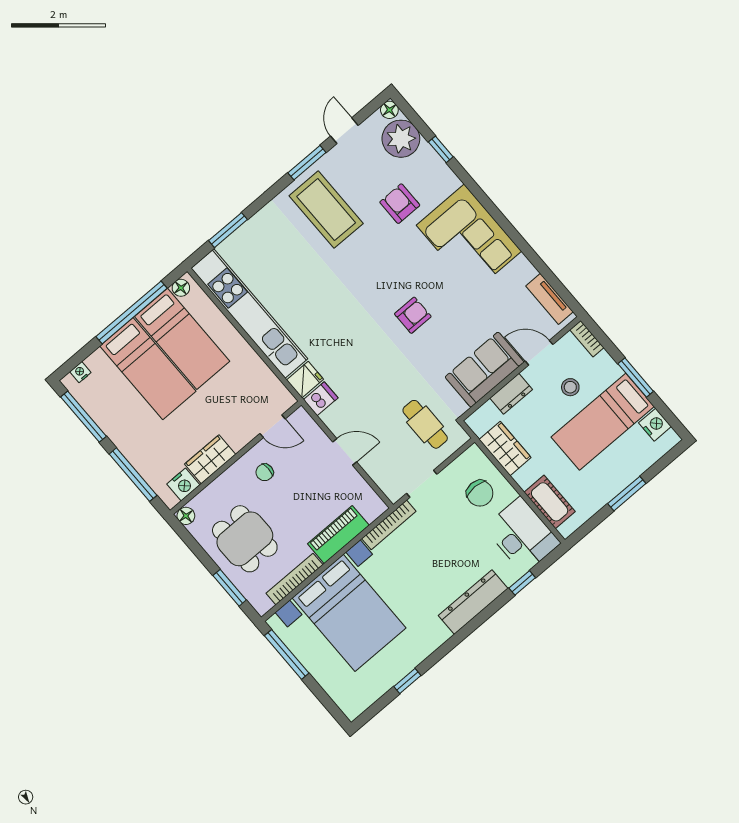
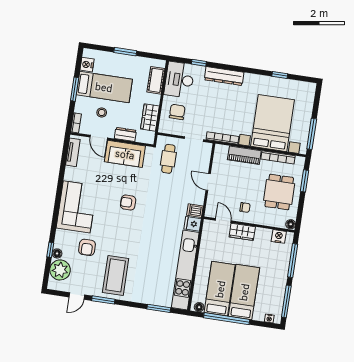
floor lamp: (389, 110) -> (57, 253), moved
wardrobe: (210, 459) -> (242, 232), moved

